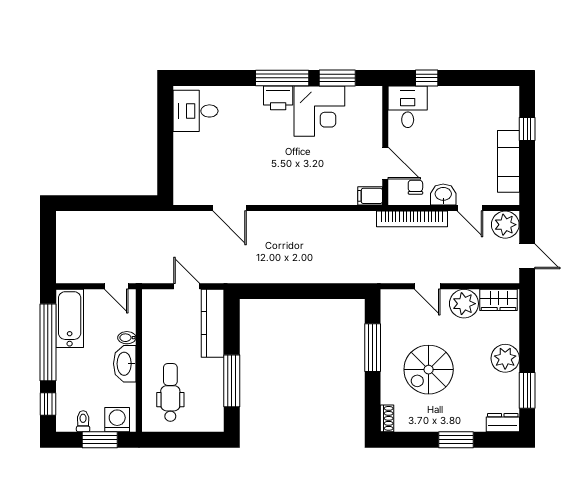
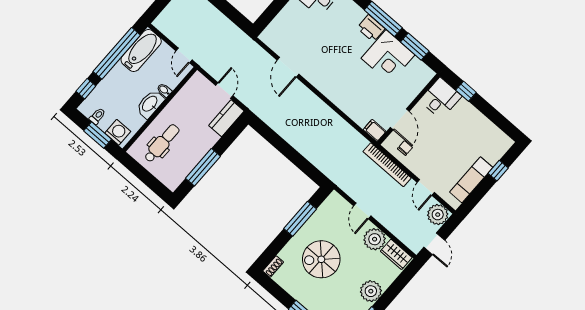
washbasin: (443, 195) -> (417, 166), removed
kitchen counter: (213, 323) -> (226, 118), width x0.67

